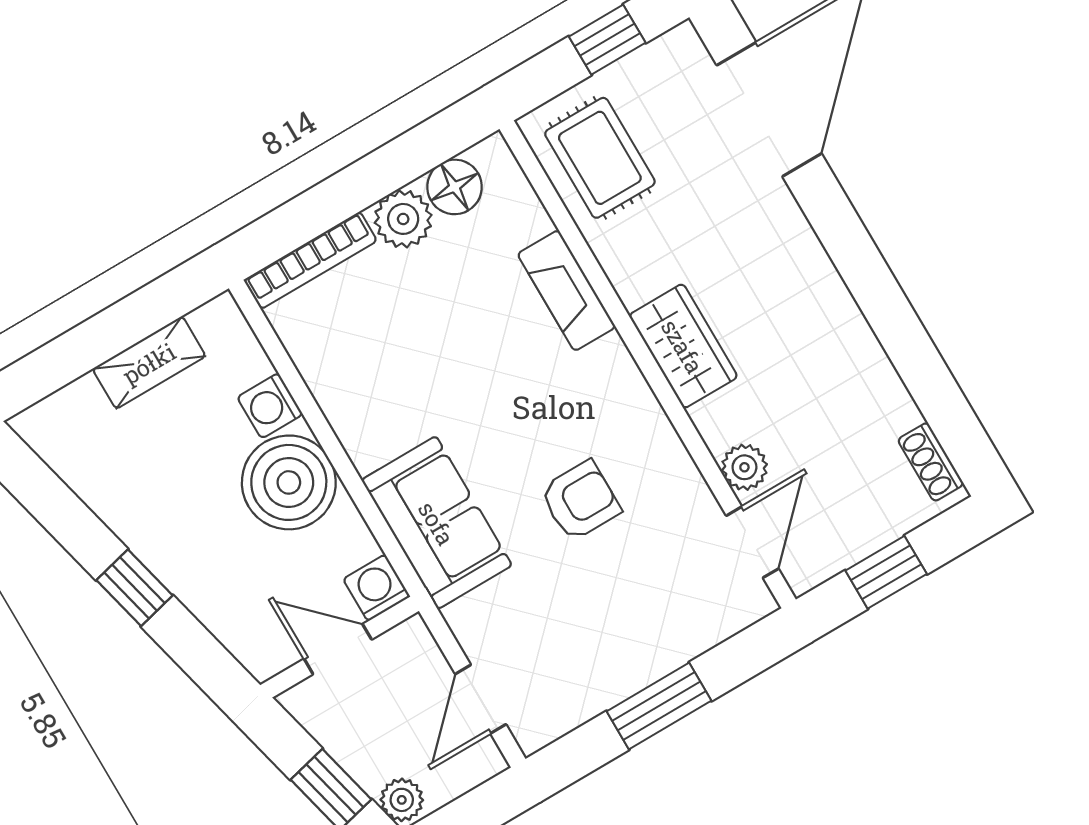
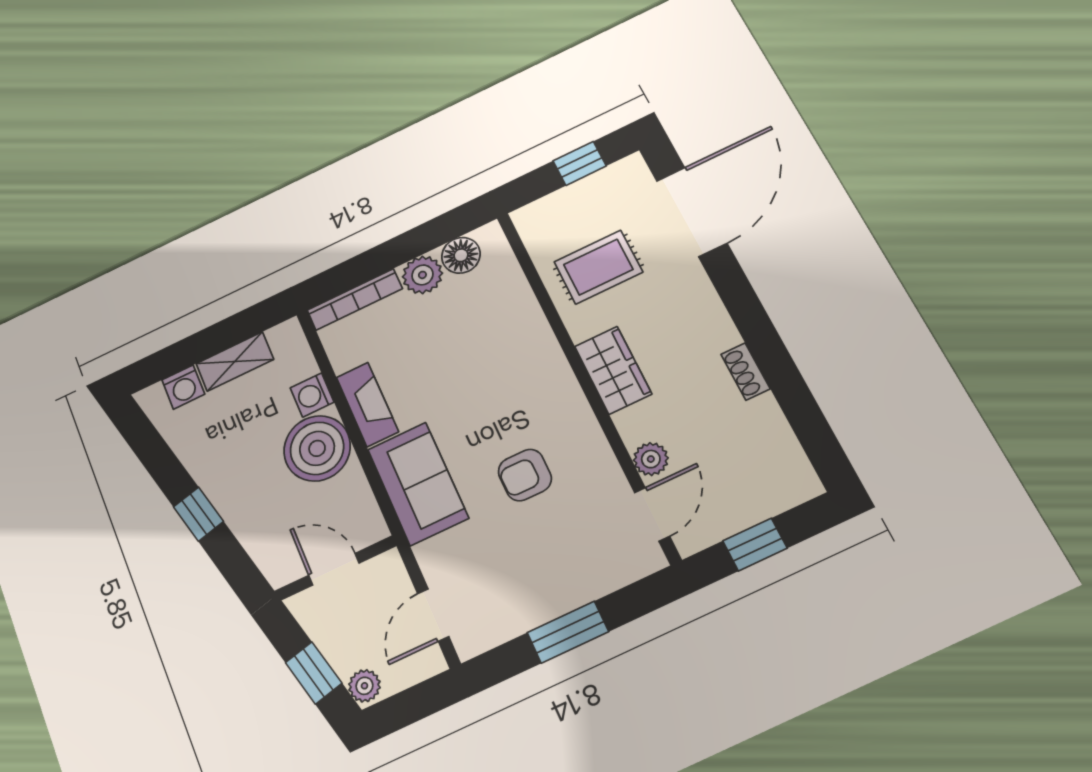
rug: (600, 158) -> (598, 267), moved, turned 90
fireplace: (566, 290) -> (367, 404), moved, turned 180
shoe rack: (931, 462) -> (745, 372), moved
armchair: (580, 501) -> (525, 475), turned 180
washing machine: (377, 588) -> (183, 387), moved, turned 180

